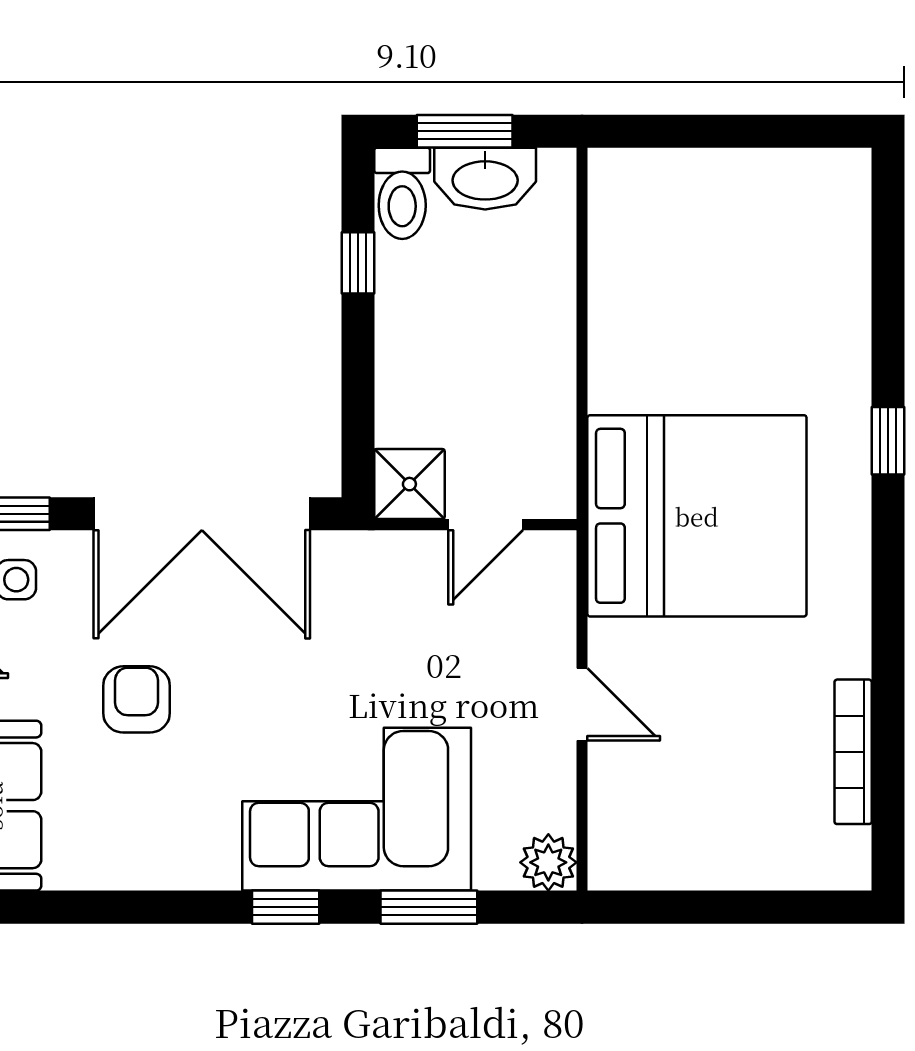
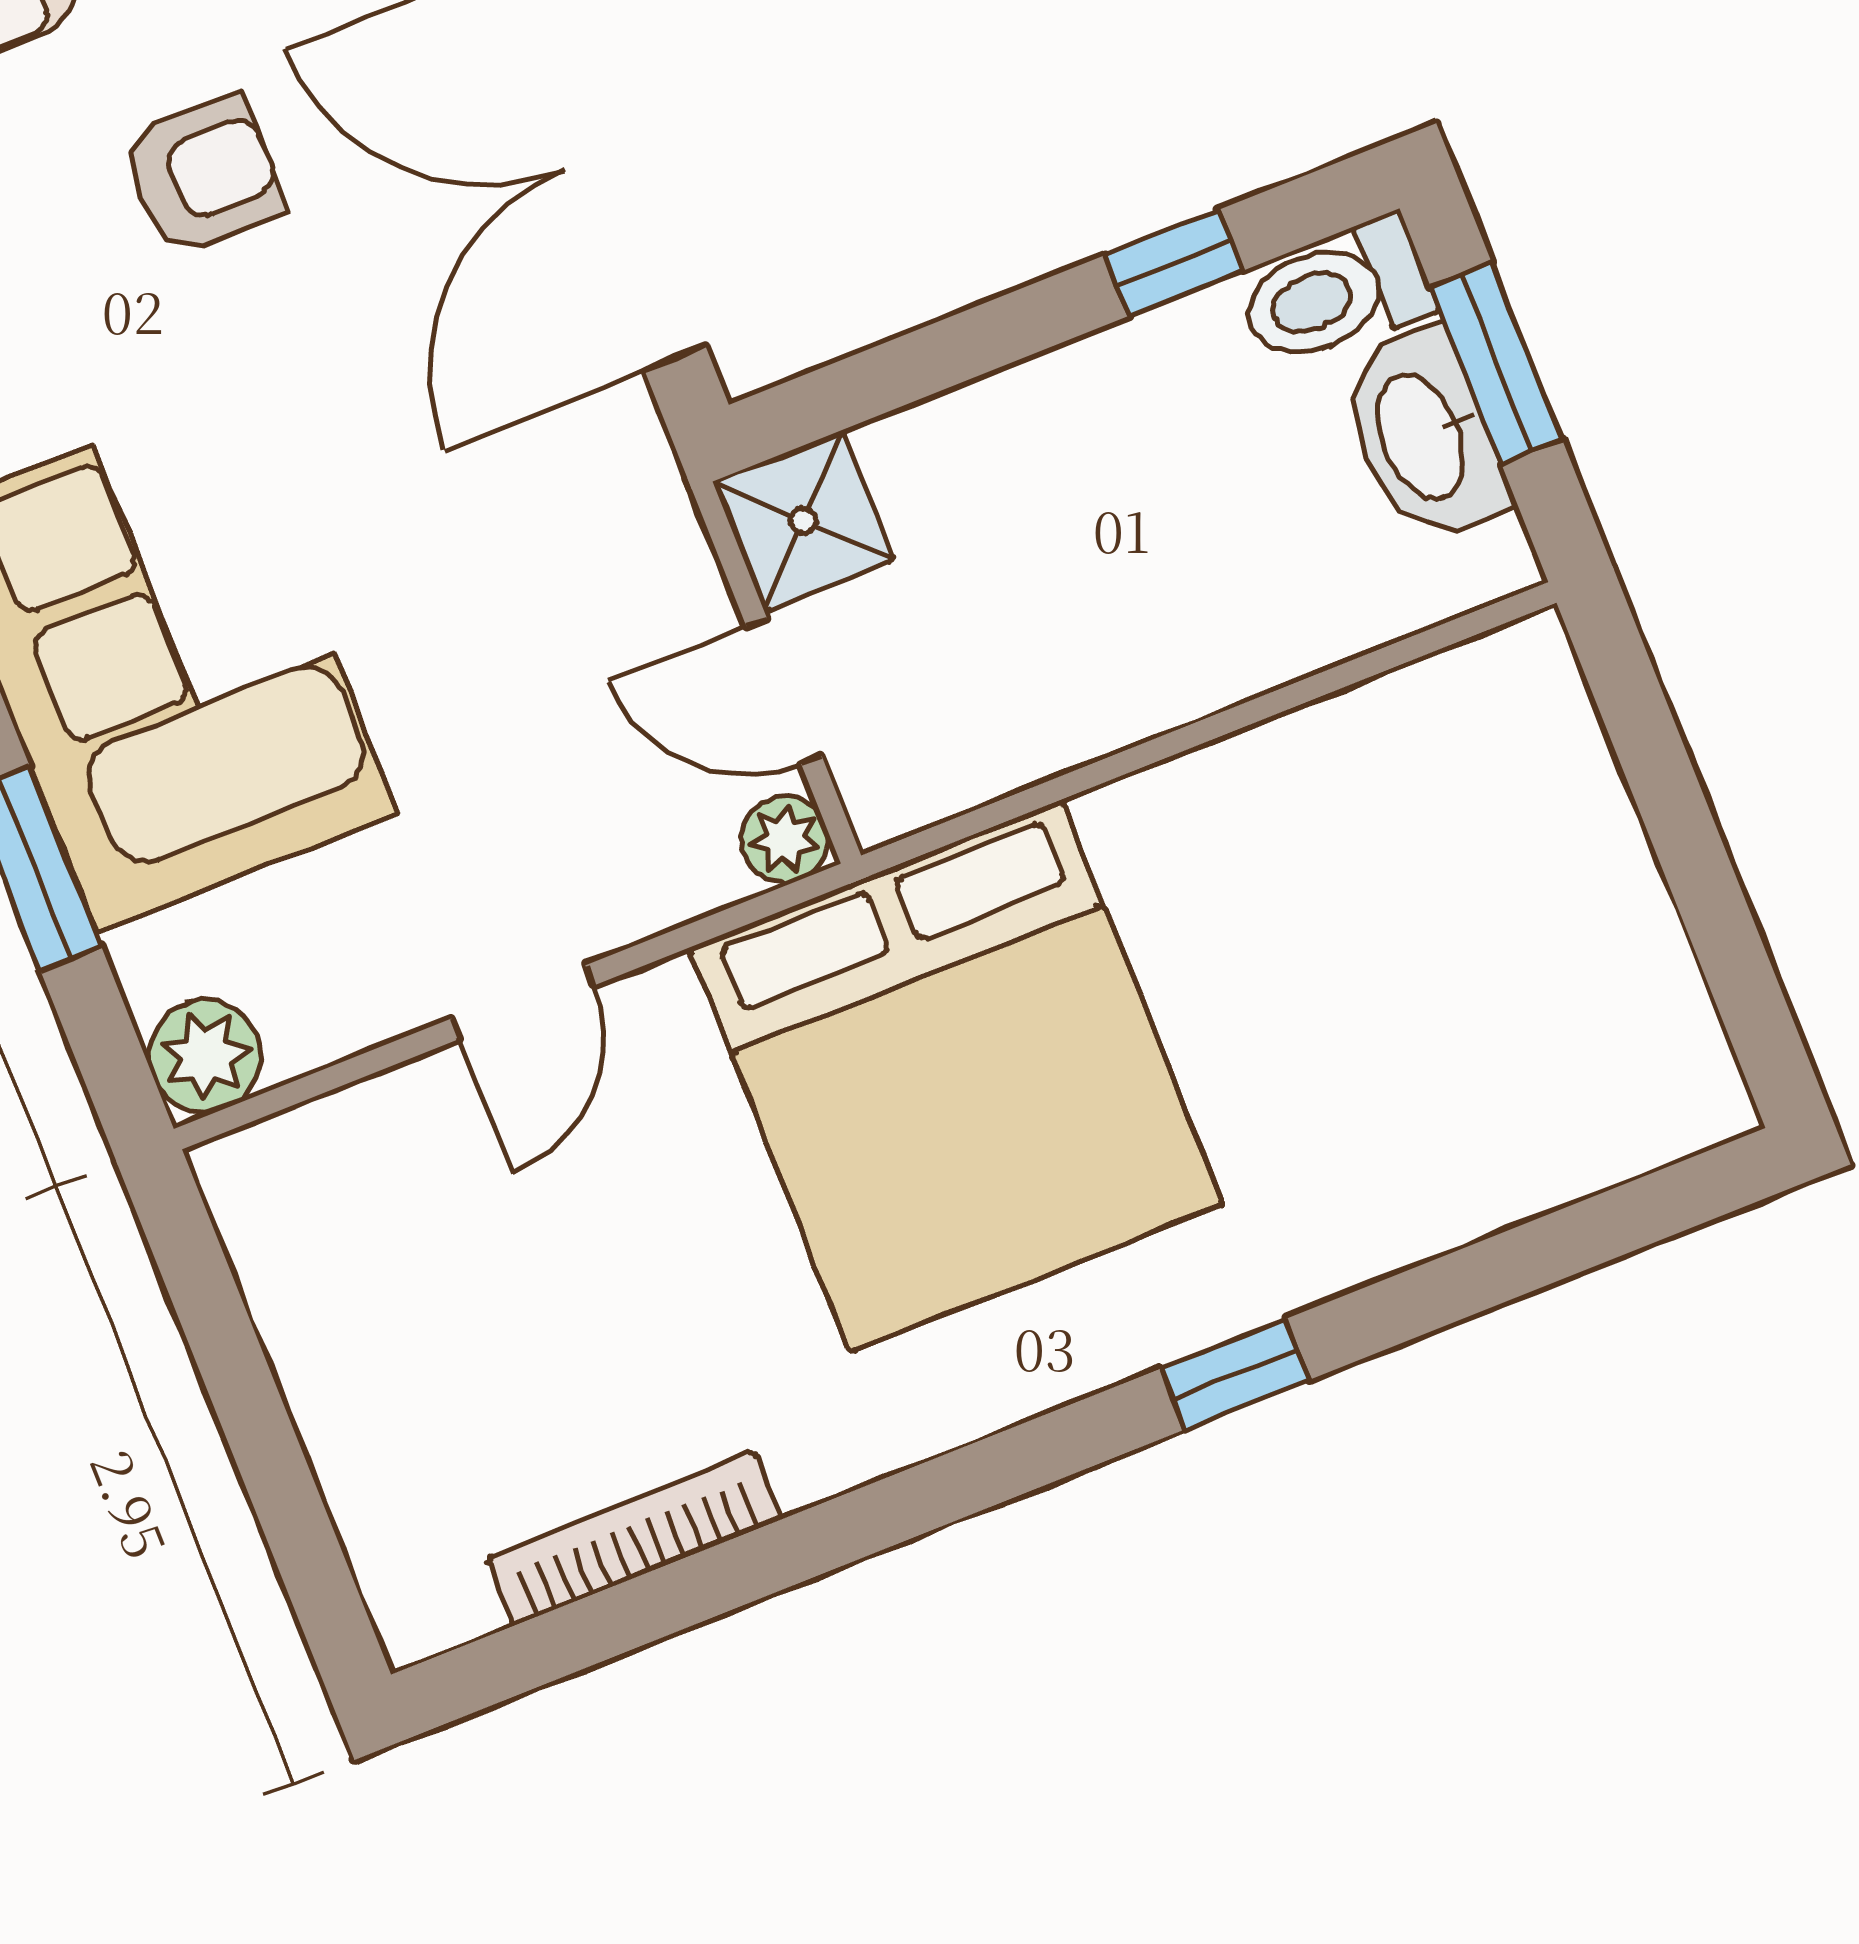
plant: (555, 552) -> (784, 839), added

